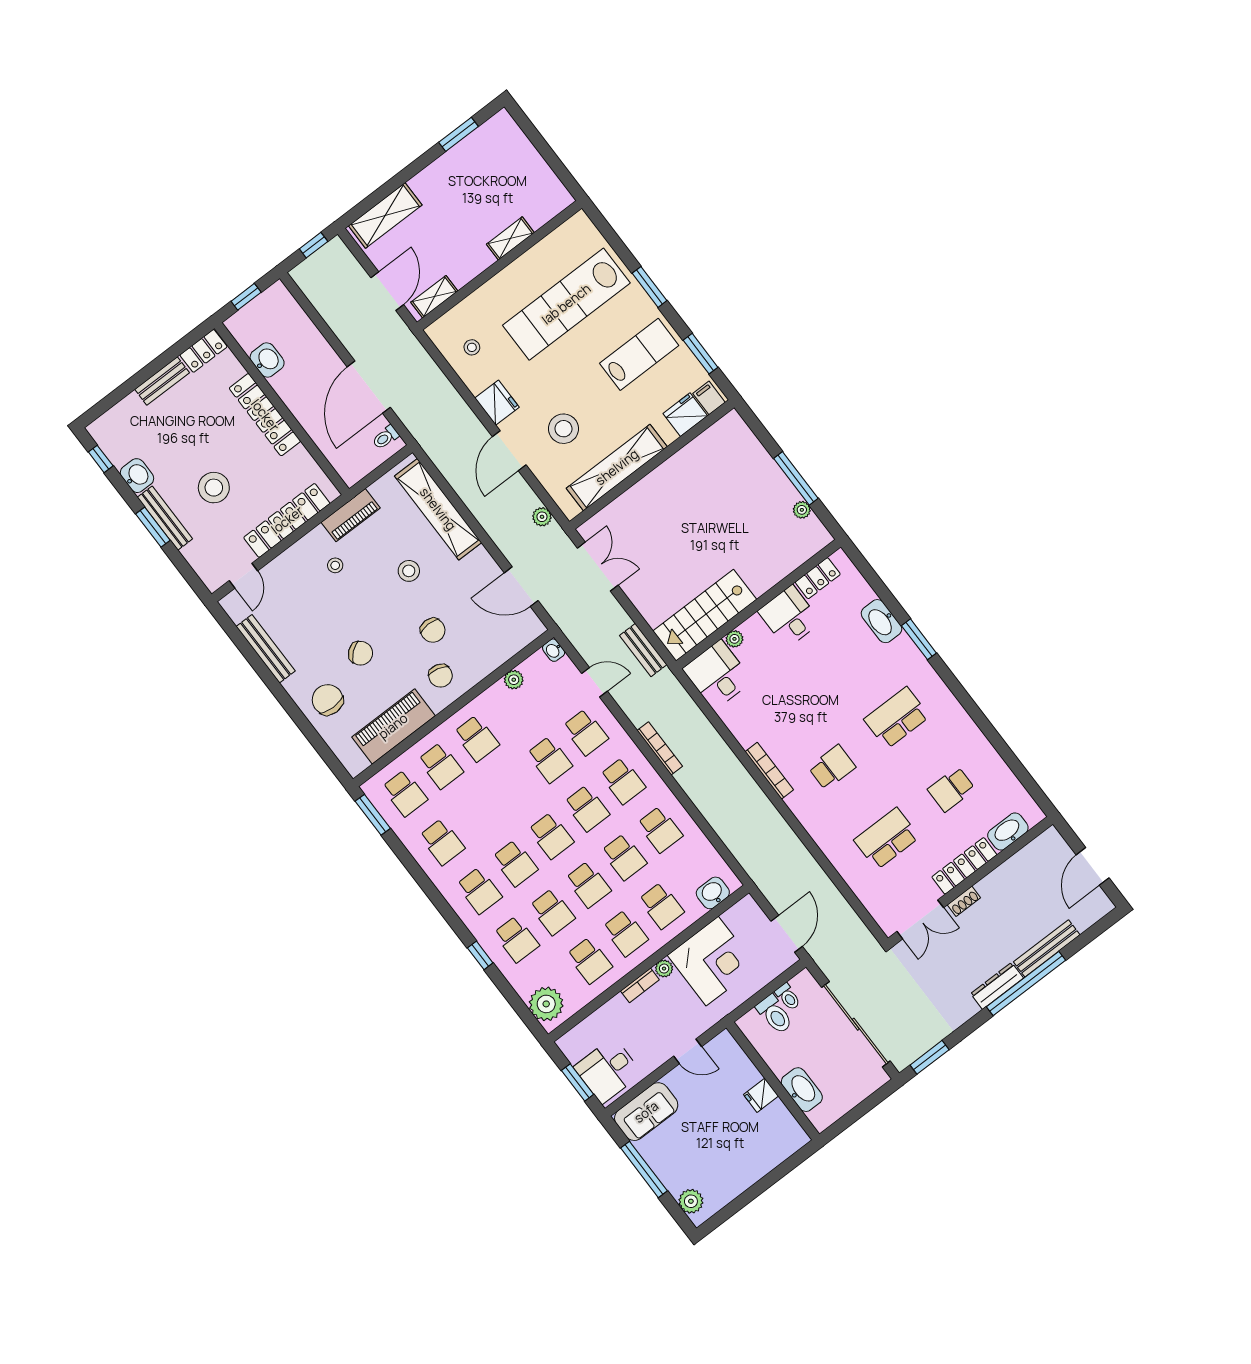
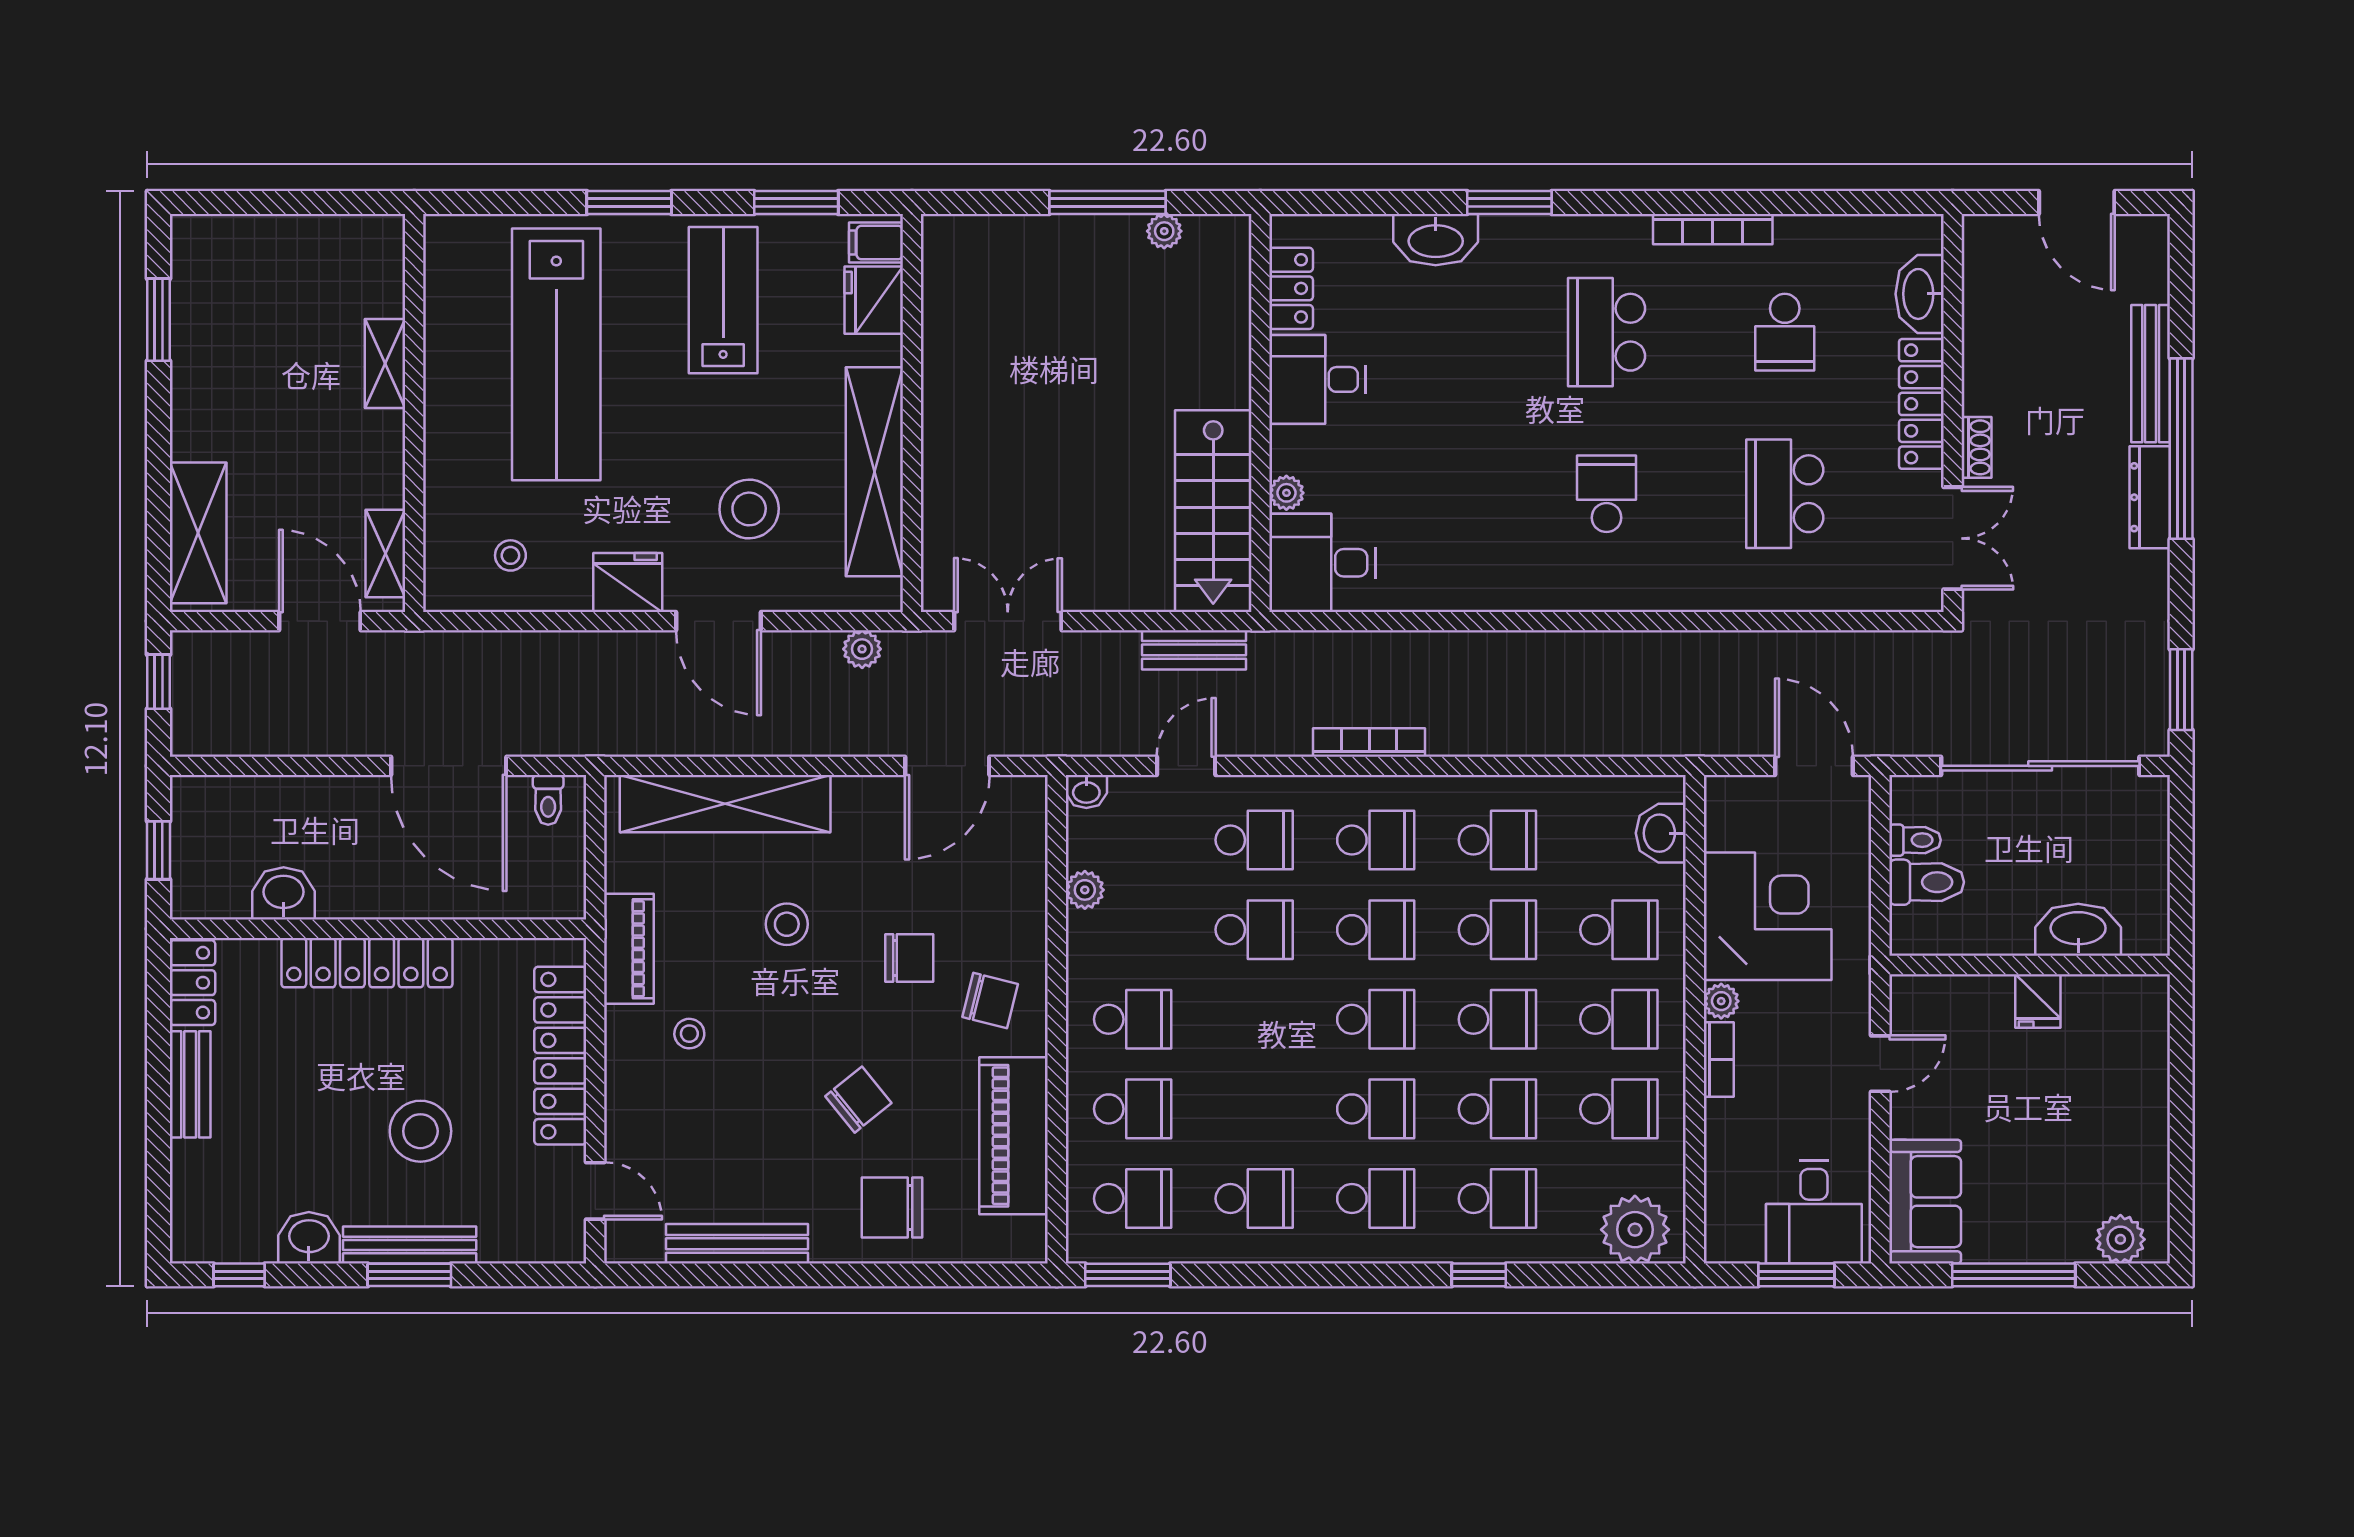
bookcase: (769, 771) -> (1713, 229), moved, turned 180

